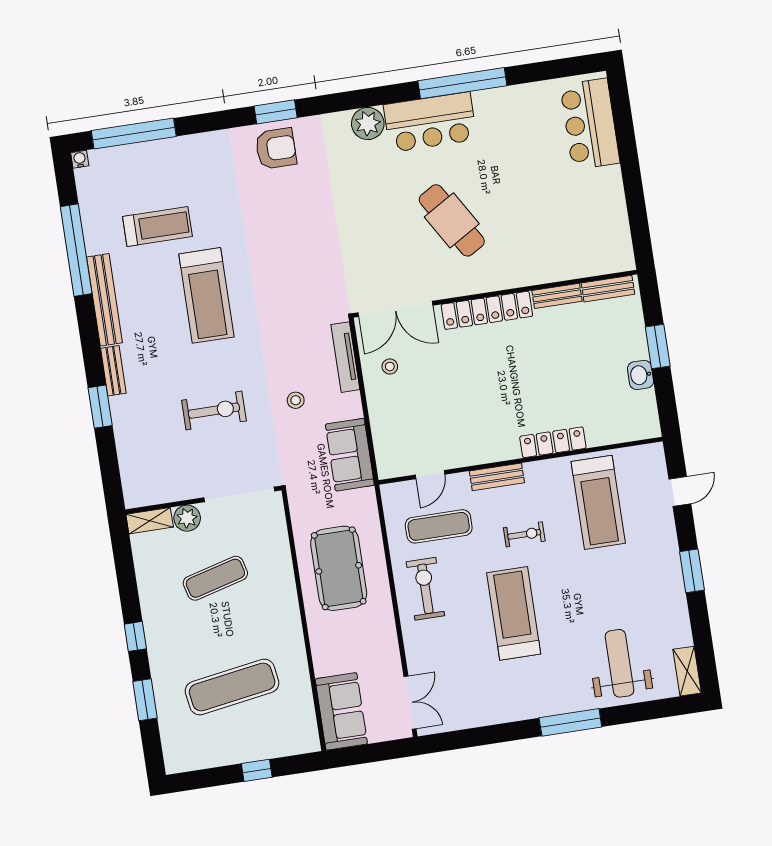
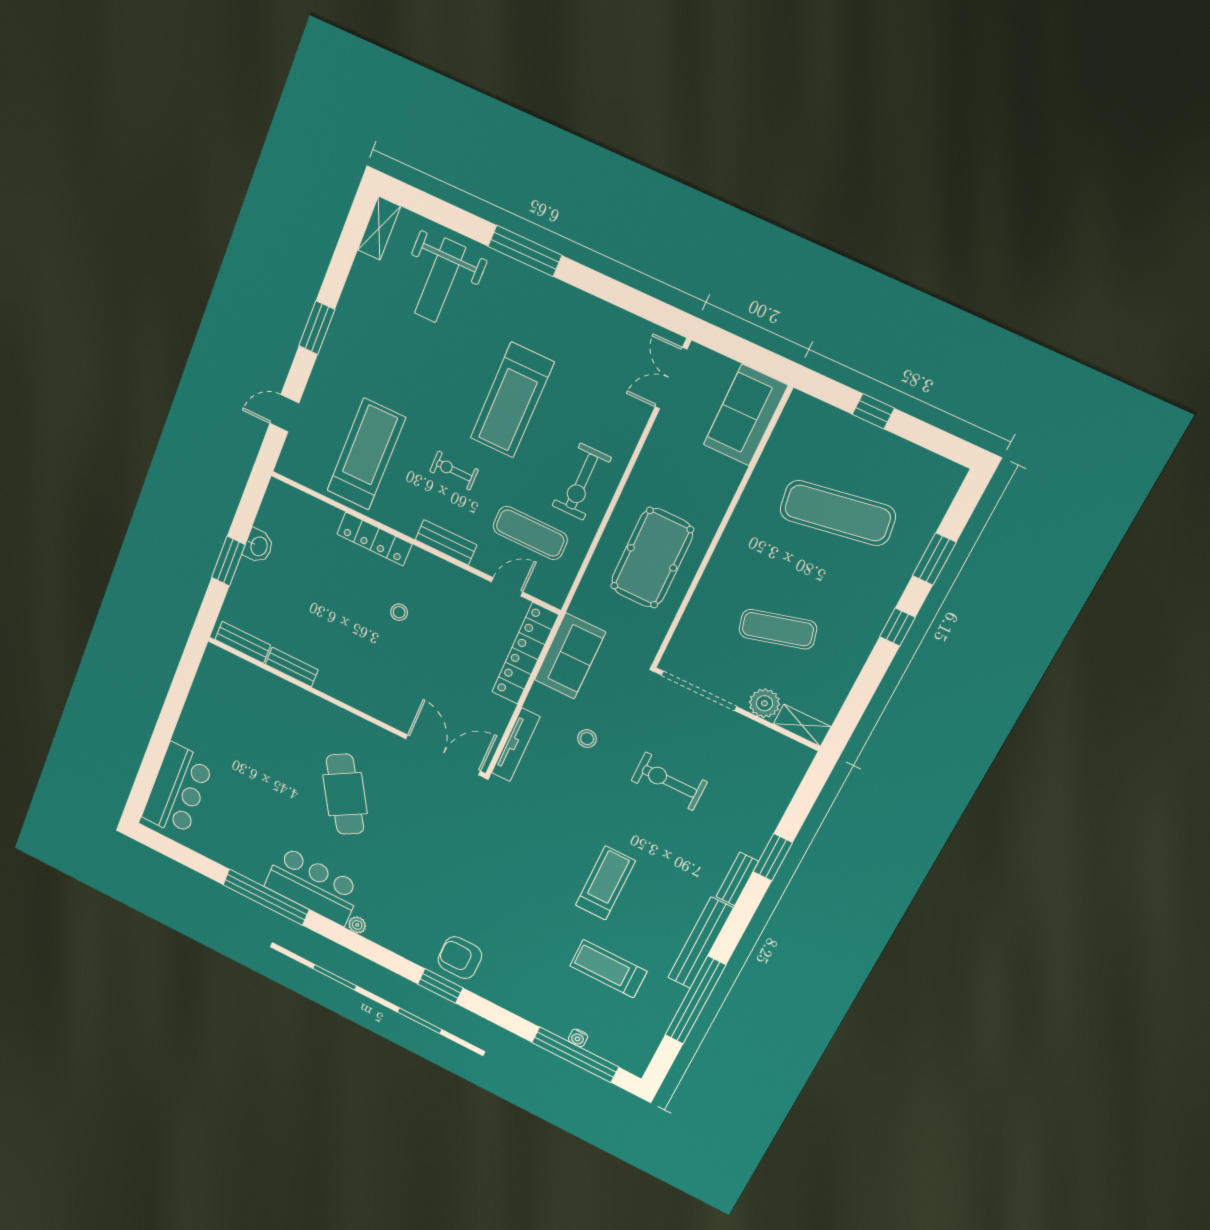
plant: (368, 123) -> (357, 925), width x0.53, depth x0.53
water cooler: (80, 159) -> (578, 1038), moved
treadmill: (206, 295) -> (605, 883), width x0.73, depth x0.73
locker: (487, 310) -> (525, 654), moved, turned -90
stool: (390, 367) -> (399, 612), moved

